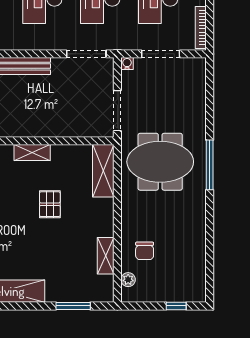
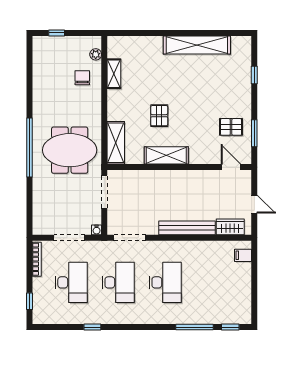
shelving: (32, 153) -> (166, 155), width x1.50, depth x1.33
window: (210, 165) -> (29, 148), width x1.46
window: (73, 306) -> (140, 33), removed

